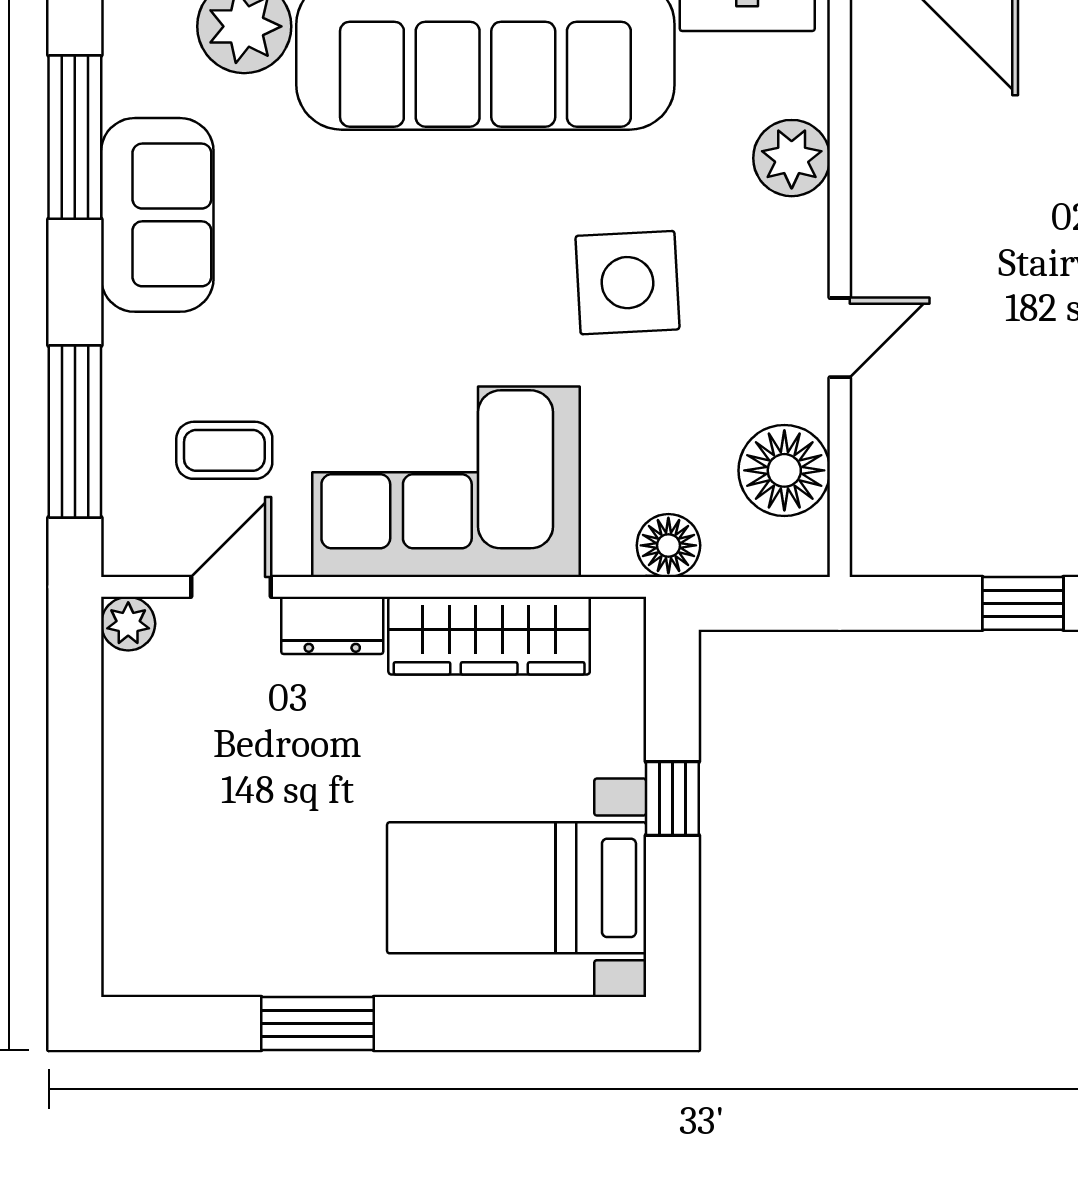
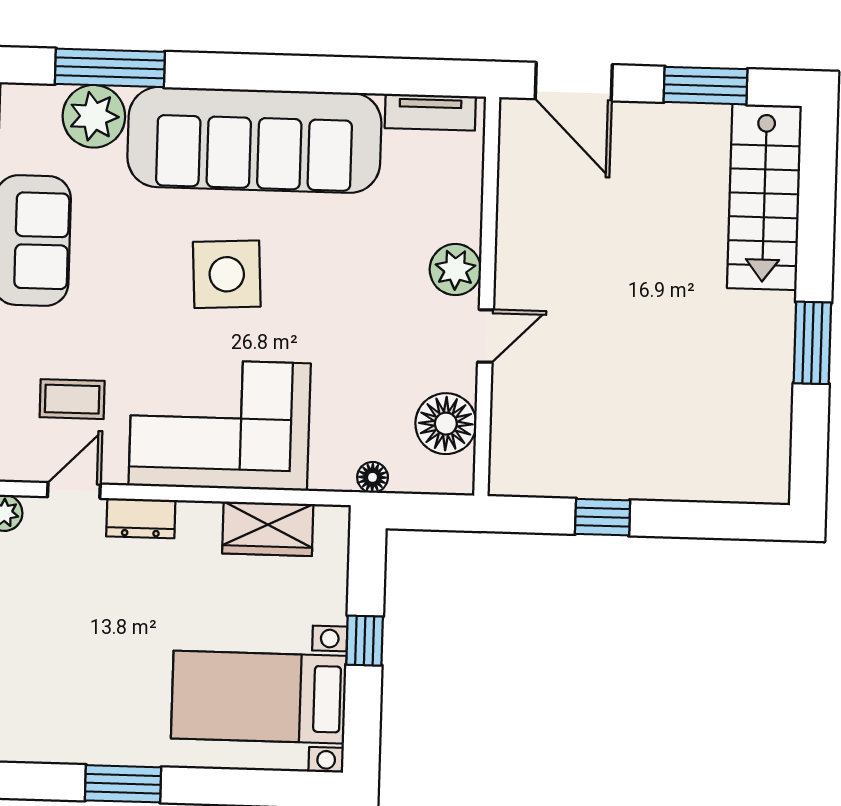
plant: (792, 158) -> (455, 270), moved
side table: (627, 283) -> (227, 274), moved
floor lamp: (668, 545) -> (373, 477), width x0.73, depth x0.73
wardrobe: (489, 636) -> (268, 529), width x0.67

